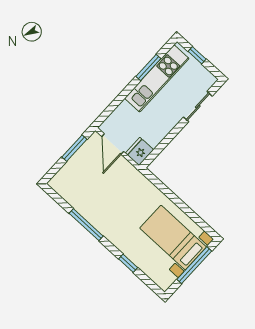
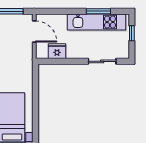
door: (113, 144) -> (34, 31), swing flipped
fridge: (139, 151) -> (57, 51), moved

